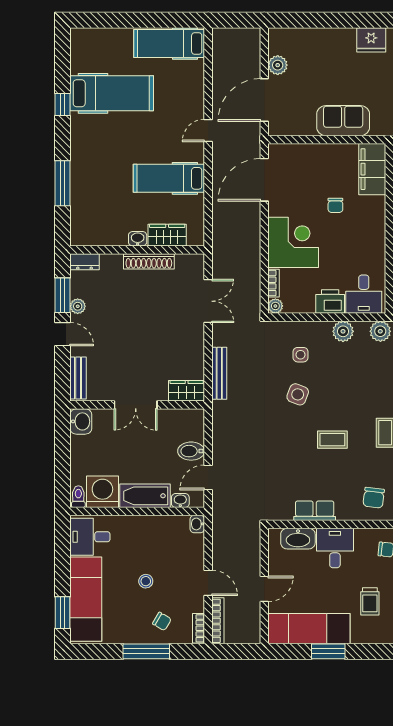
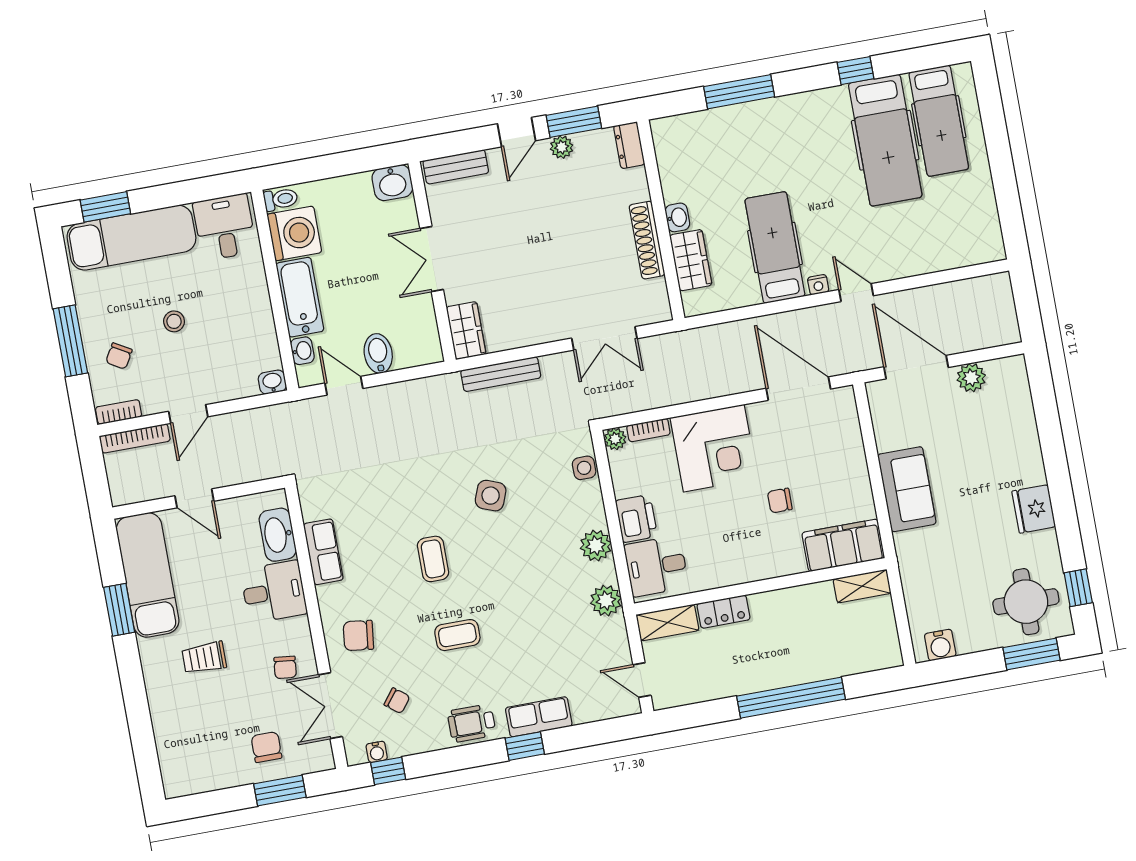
hospital bed: (169, 43) -> (939, 121), moved, turned 180
nightstand: (198, 154) -> (818, 285), added
side table: (301, 355) -> (584, 468), moved

